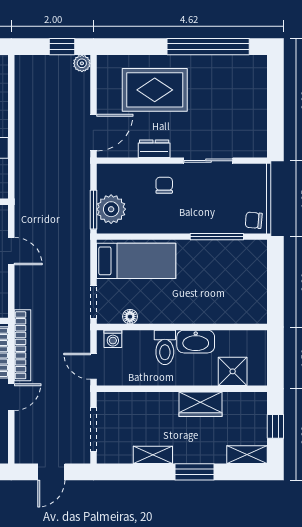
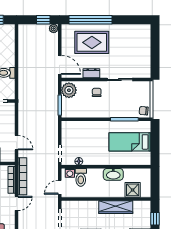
window: (208, 47) -> (90, 20), moved
door: (93, 133) -> (60, 65), hinge flipped
plant: (111, 209) -> (69, 90), moved
door: (11, 251) -> (17, 143), moved
bed: (136, 261) -> (130, 142), moved, turned 180
toilet: (165, 347) -> (81, 177), moved
door: (93, 366) -> (60, 187), hinge flipped
wardrobe: (200, 404) -> (116, 207), width x1.50

